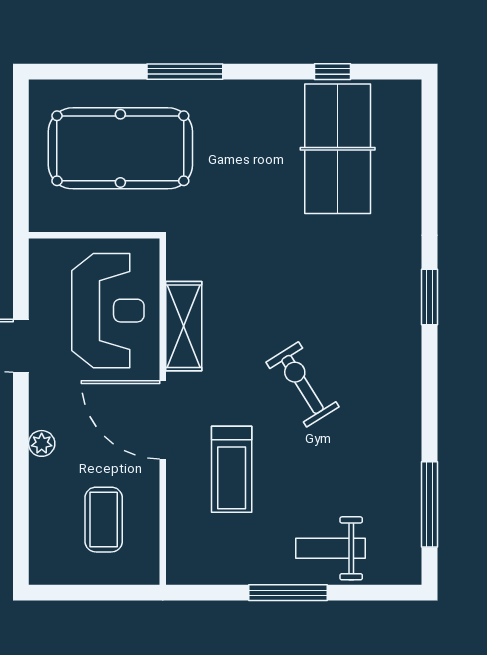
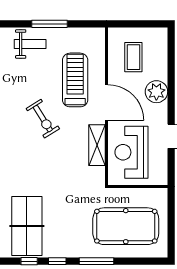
window: (271, 72) -> (57, 261), added
plant: (42, 443) -> (156, 92), width x1.87, depth x1.87
treadmill: (232, 469) -> (75, 80), width x1.37, depth x1.38

